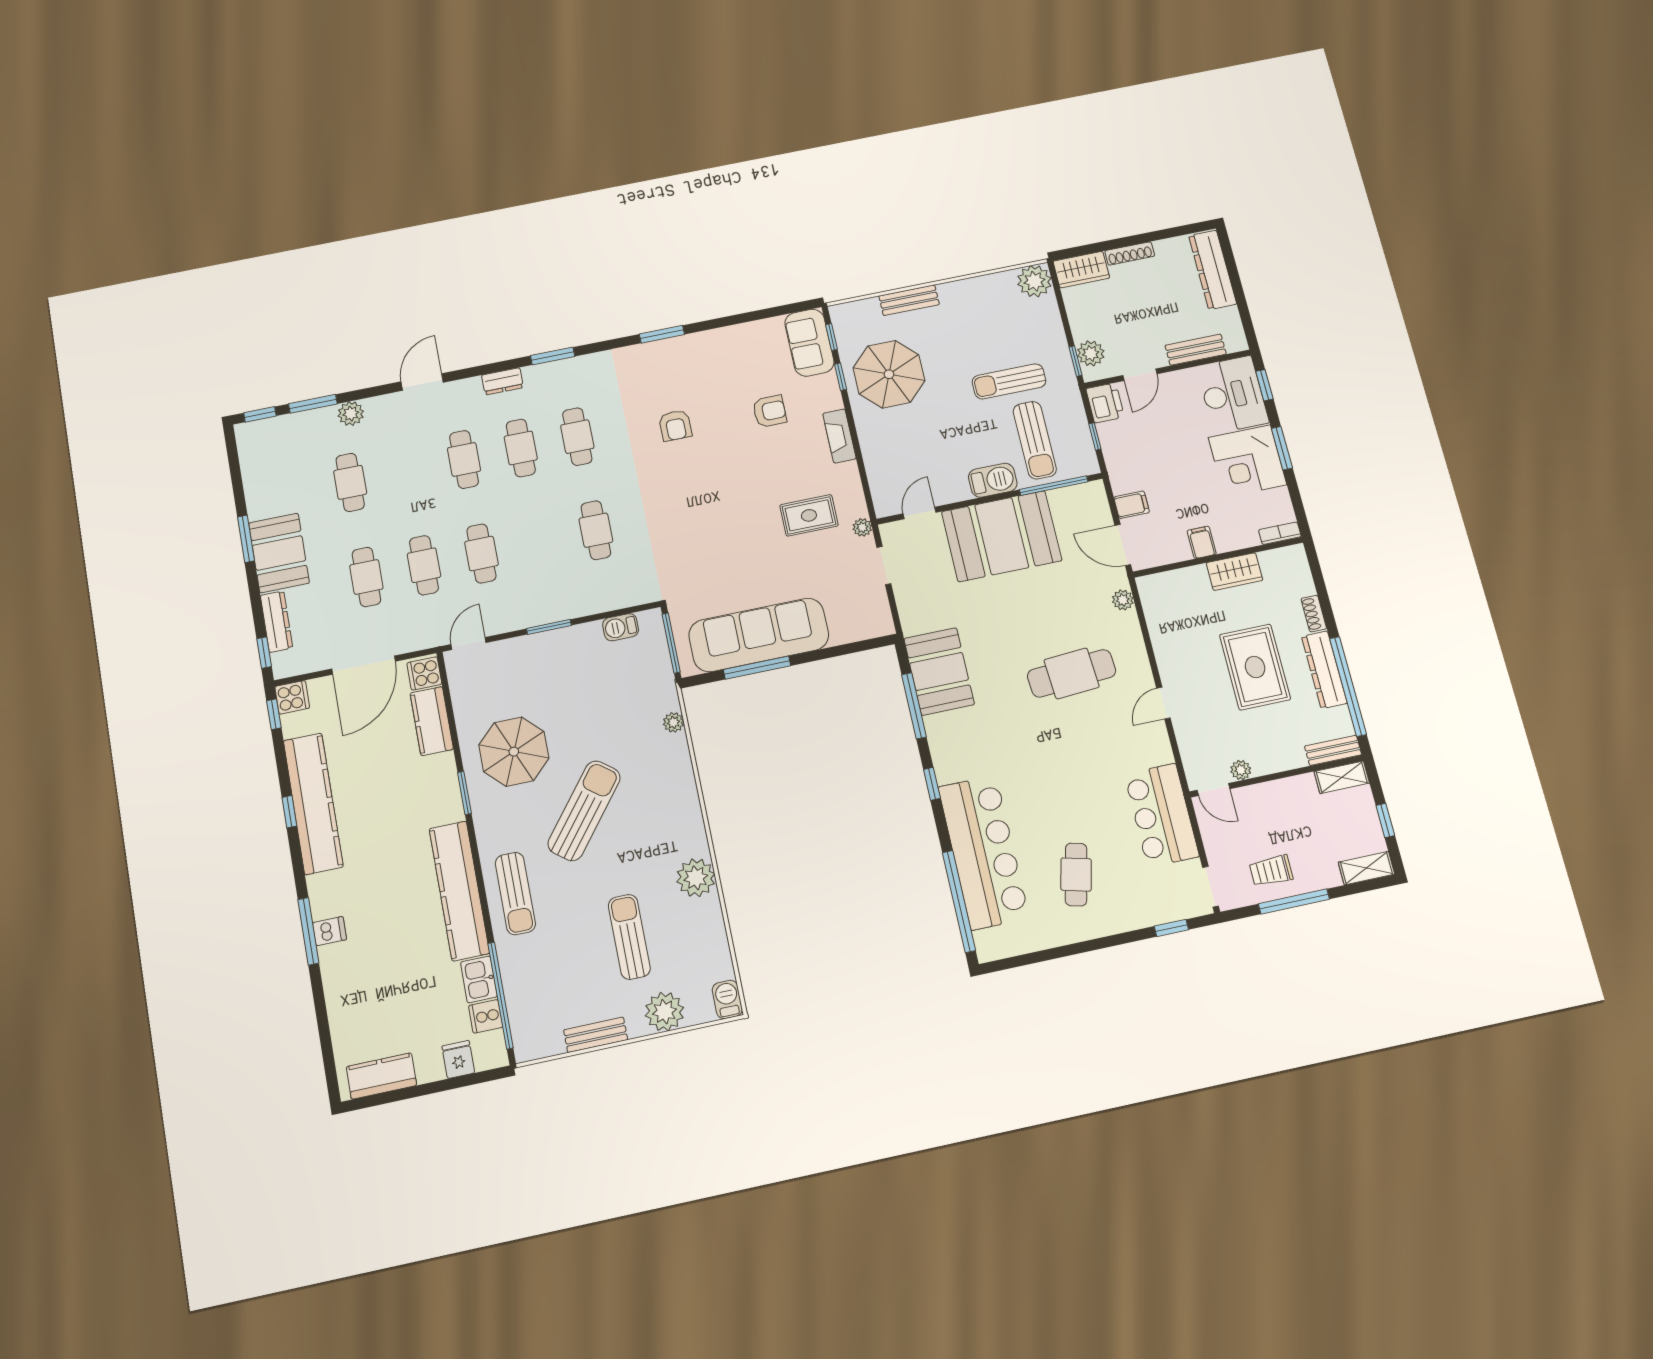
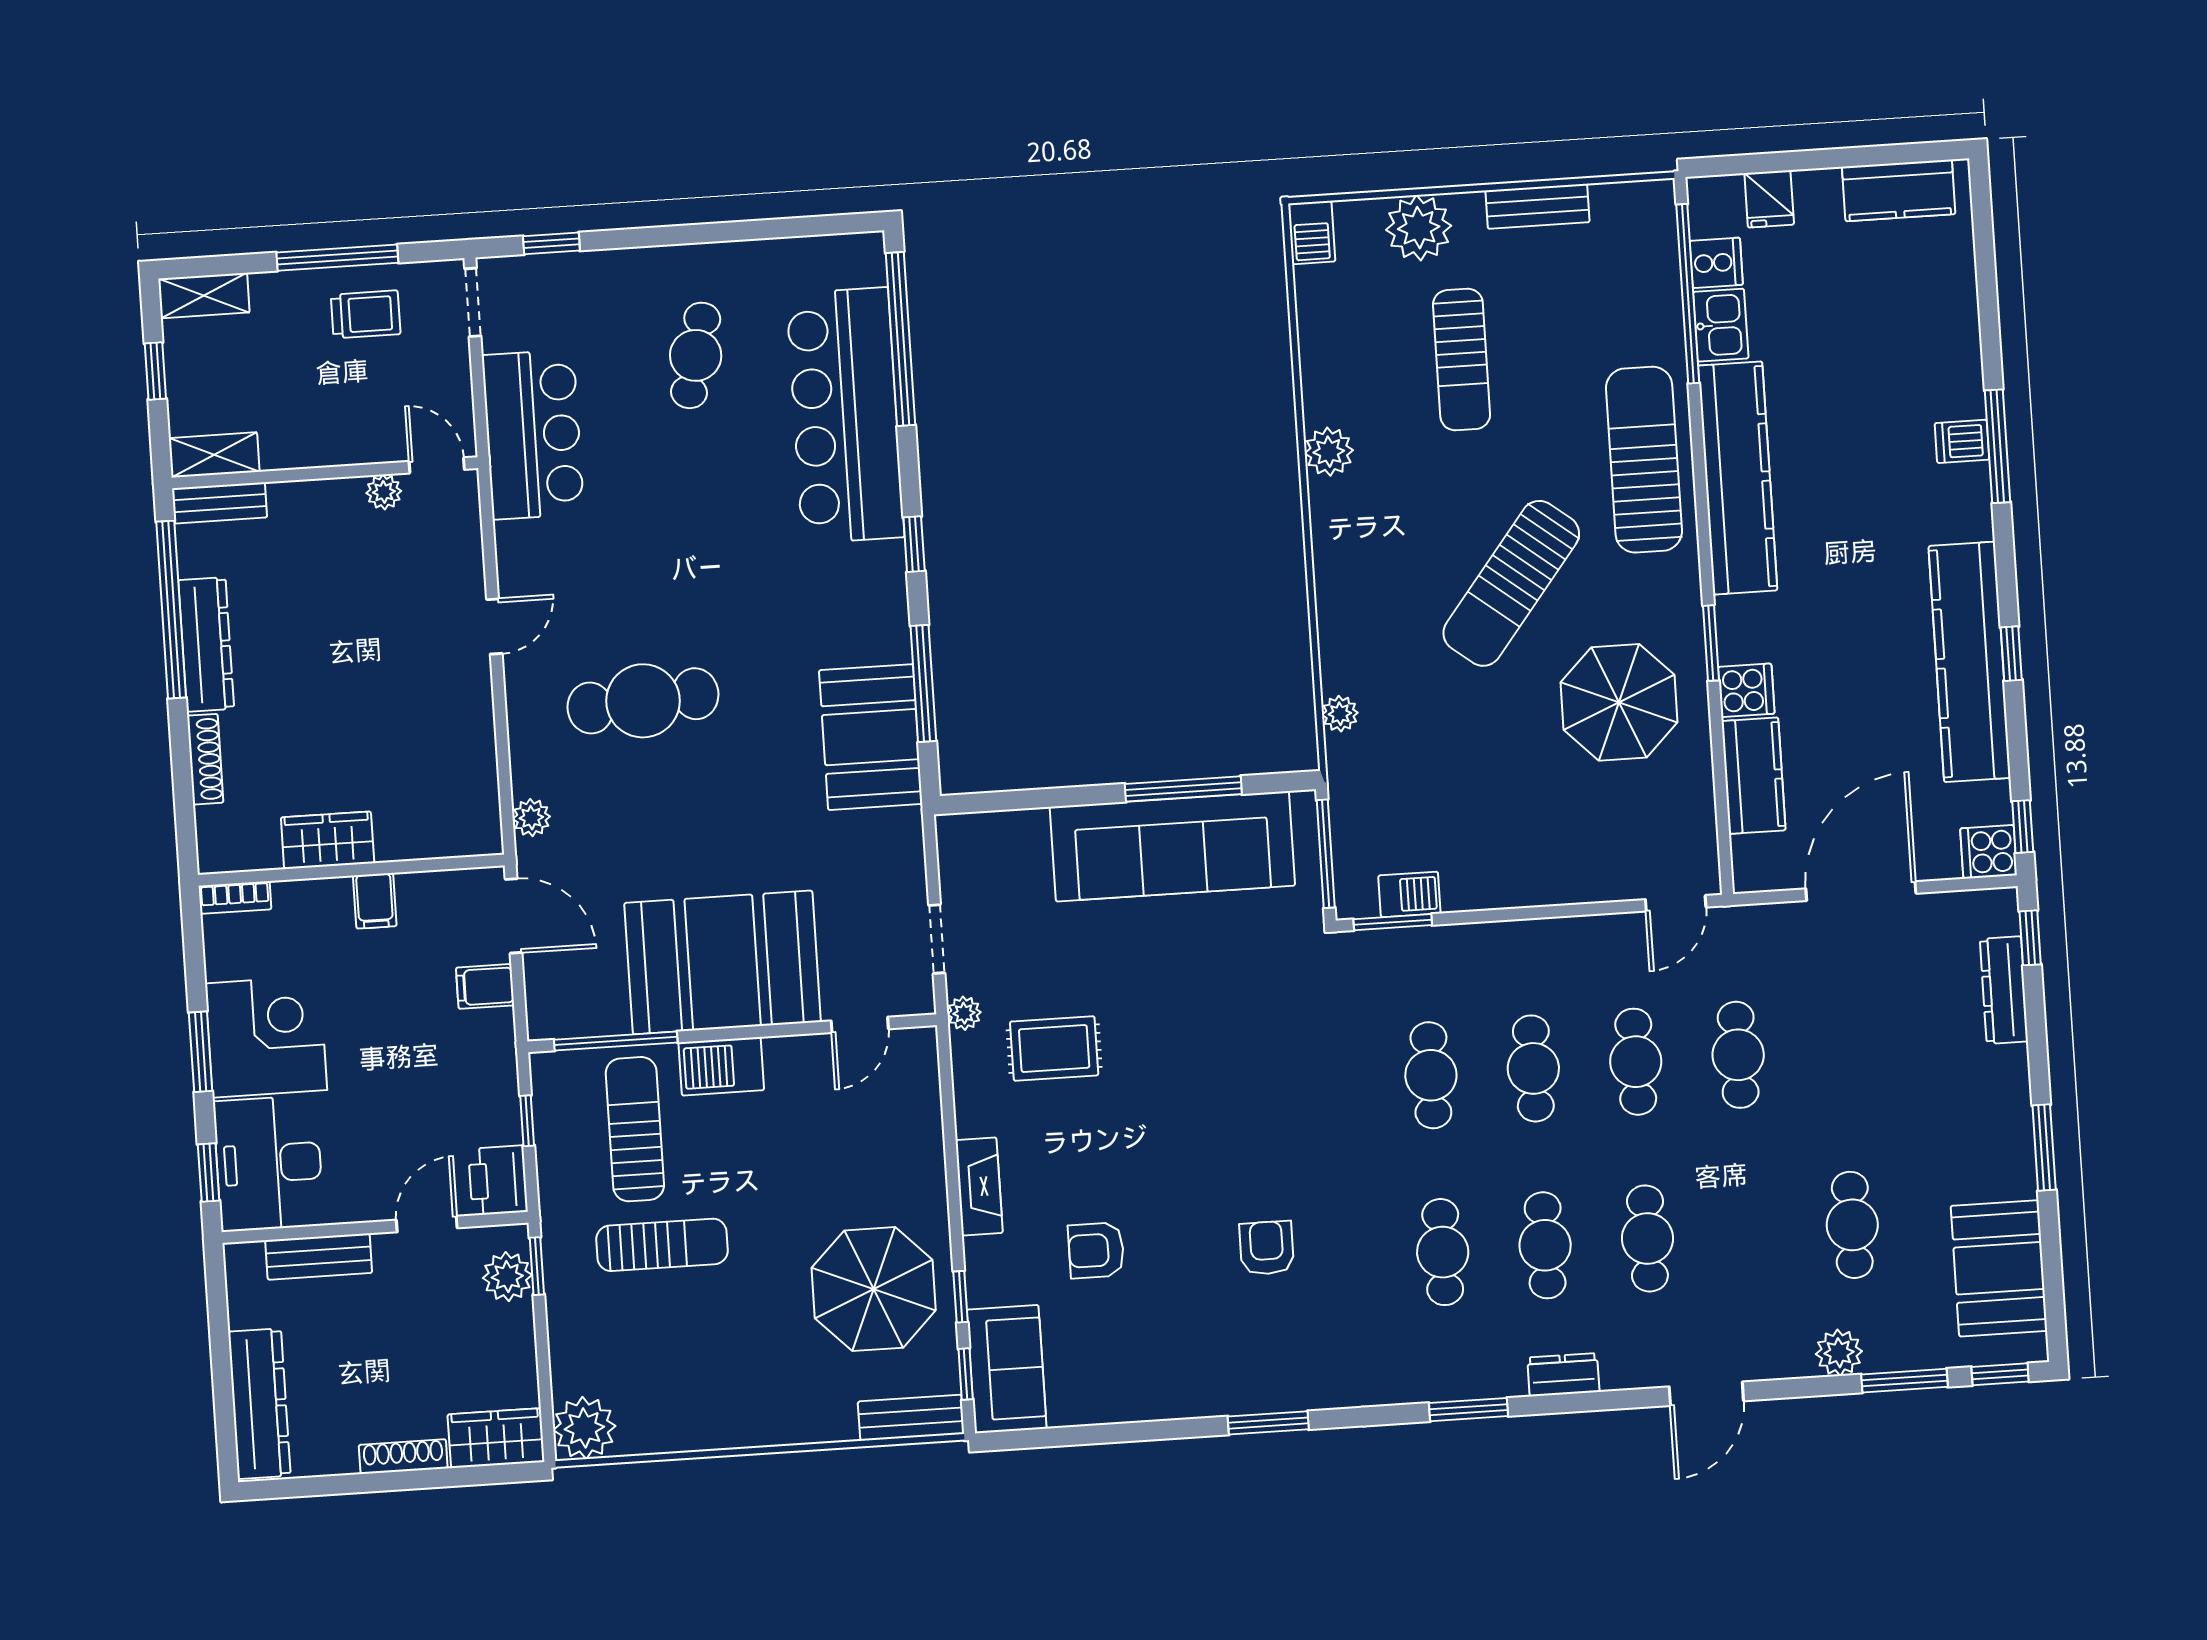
bench: (909, 300) -> (911, 1418), moved
booth: (279, 553) -> (1999, 1268), moved
cafe table: (366, 577) -> (1533, 1068), moved
shoe rack: (1314, 614) -> (205, 759), width x1.43
window: (549, 627) -> (1393, 922), moved
rug: (1255, 667) -> (325, 666), removed
cooker: (424, 673) -> (1746, 690), moved
plant: (696, 878) -> (1329, 452), width x0.73, depth x0.73
sun lounger: (515, 893) -> (1644, 460), width x1.36, depth x1.34

